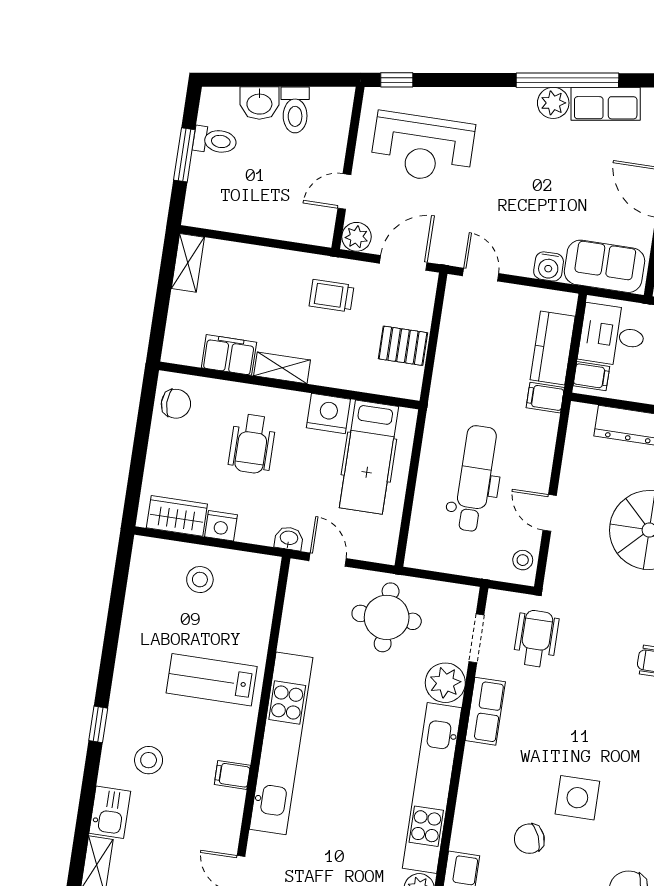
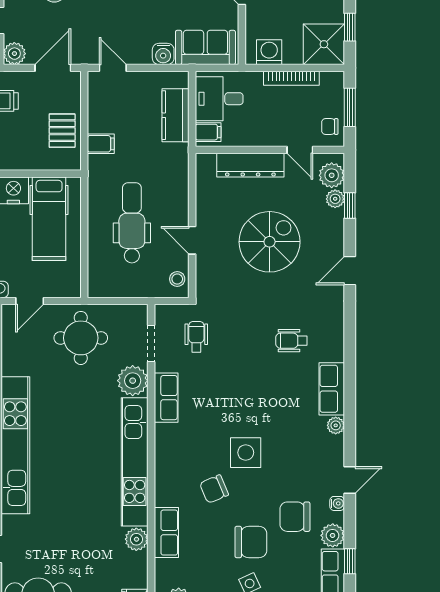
pallet: (403, 346) -> (62, 131), turned 90
filing cabinet: (545, 398) -> (101, 144), moved, turned 180
door: (328, 560) -> (30, 301), swing flipped
wheelchair: (536, 638) -> (196, 337), width x0.73, depth x0.73

